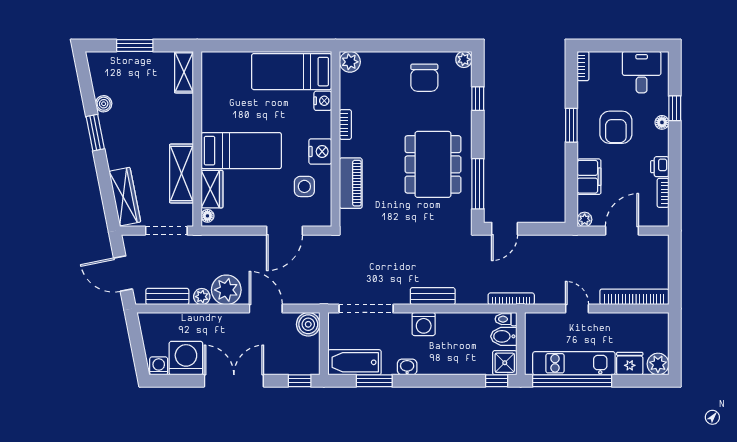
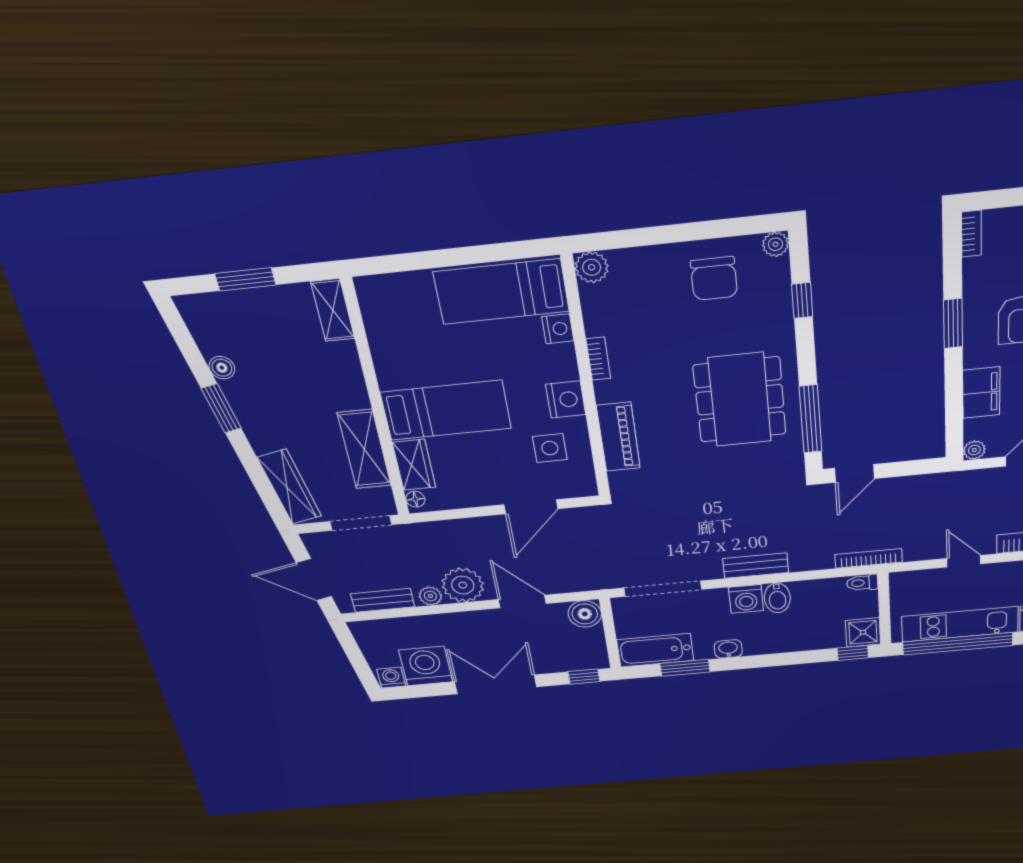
bidet: (504, 336) -> (777, 598), moved, turned -90

